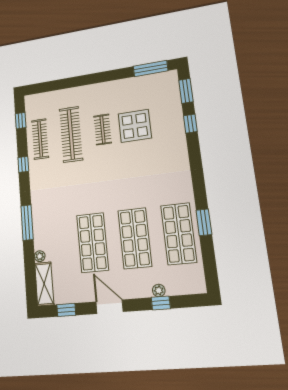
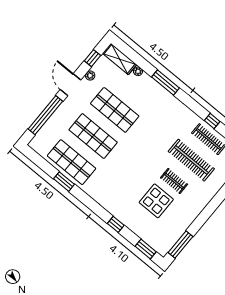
window: (190, 124) -> (116, 224), moved
window: (23, 164) -> (212, 121), moved
plant: (159, 290) -> (90, 76), moved
window: (161, 303) -> (45, 115), width x3.17
door: (109, 307) -> (70, 85), swing flipped

